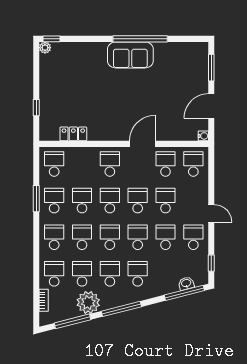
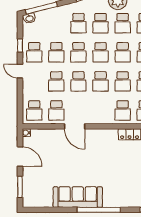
window: (140, 39) -> (99, 210), moved
sofa: (130, 55) -> (78, 197), width x1.36
door: (211, 106) -> (20, 157), hinge flipped
door: (142, 144) -> (75, 126), hinge flipped
school desk: (110, 164) -> (123, 110), moved
window: (211, 263) -> (20, 45), moved
washbasin: (186, 283) -> (29, 18), moved

